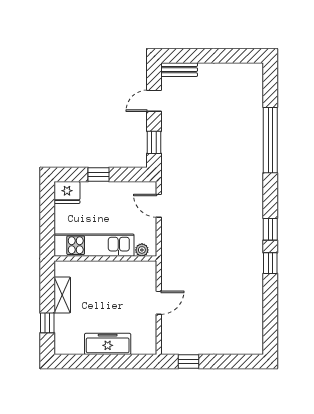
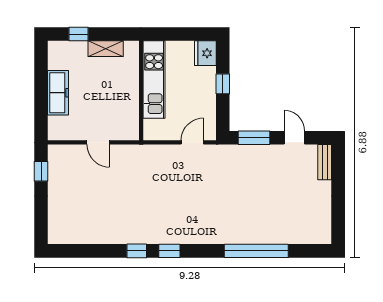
window: (154, 142) -> (254, 138), width x1.50
plant: (142, 250) -> (149, 126), removed

